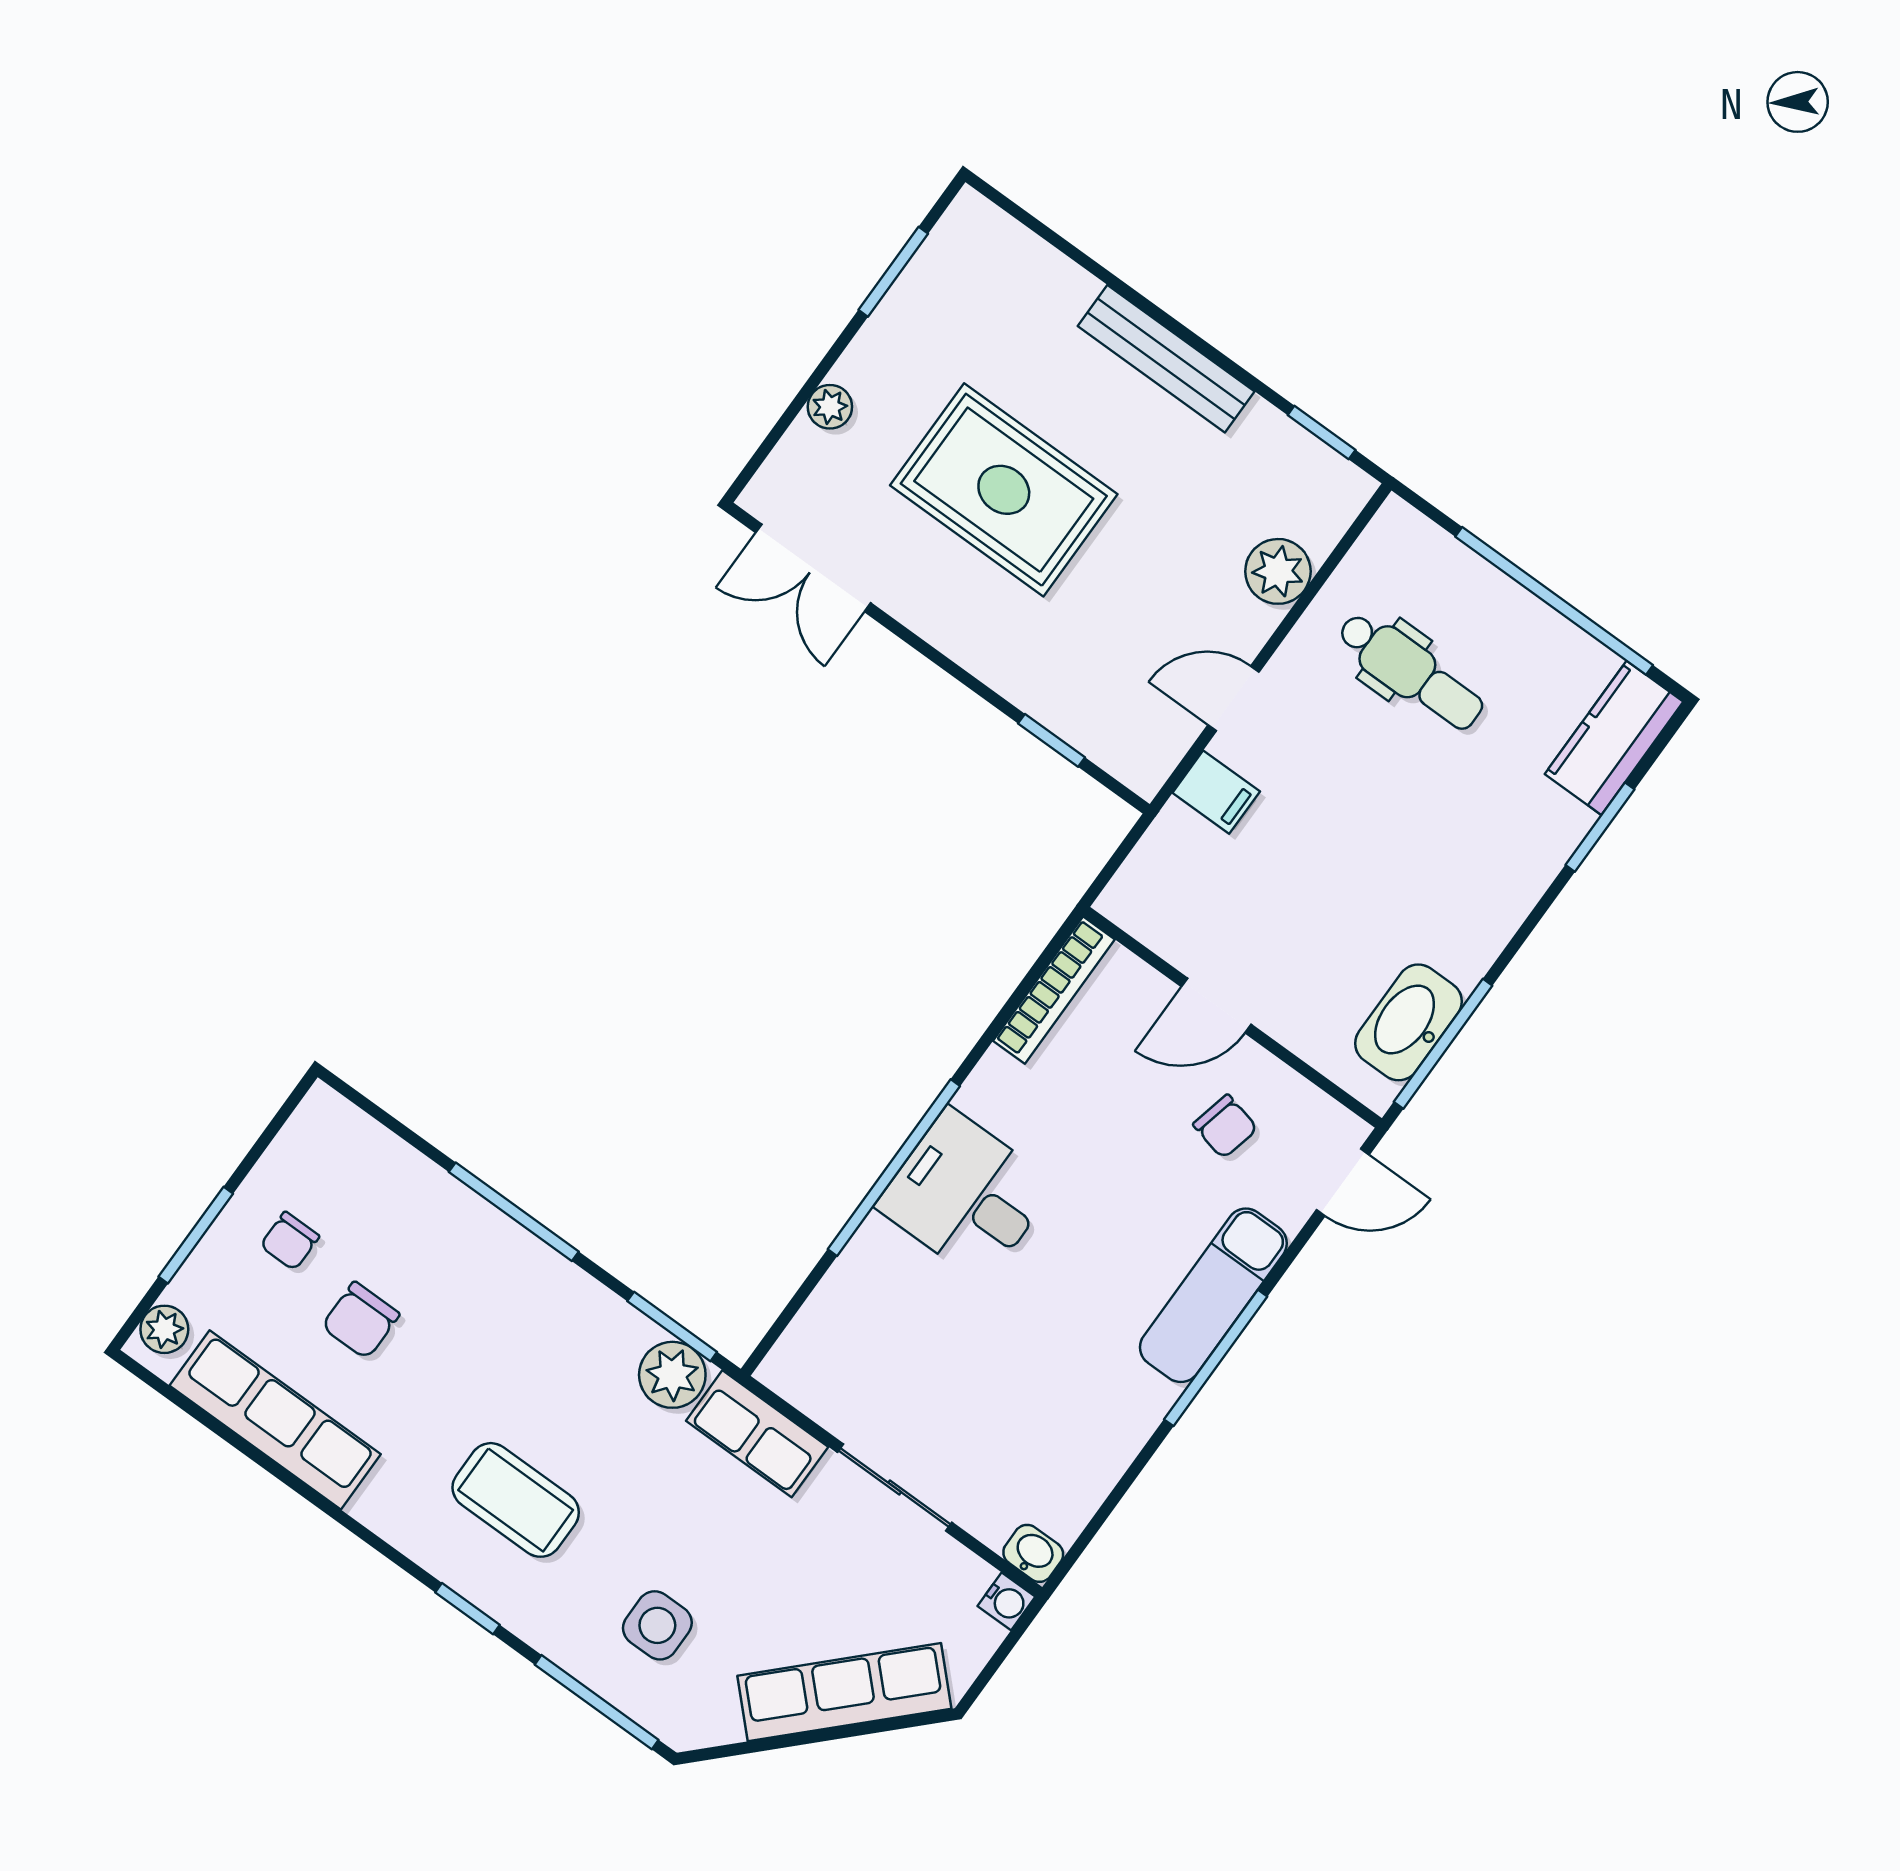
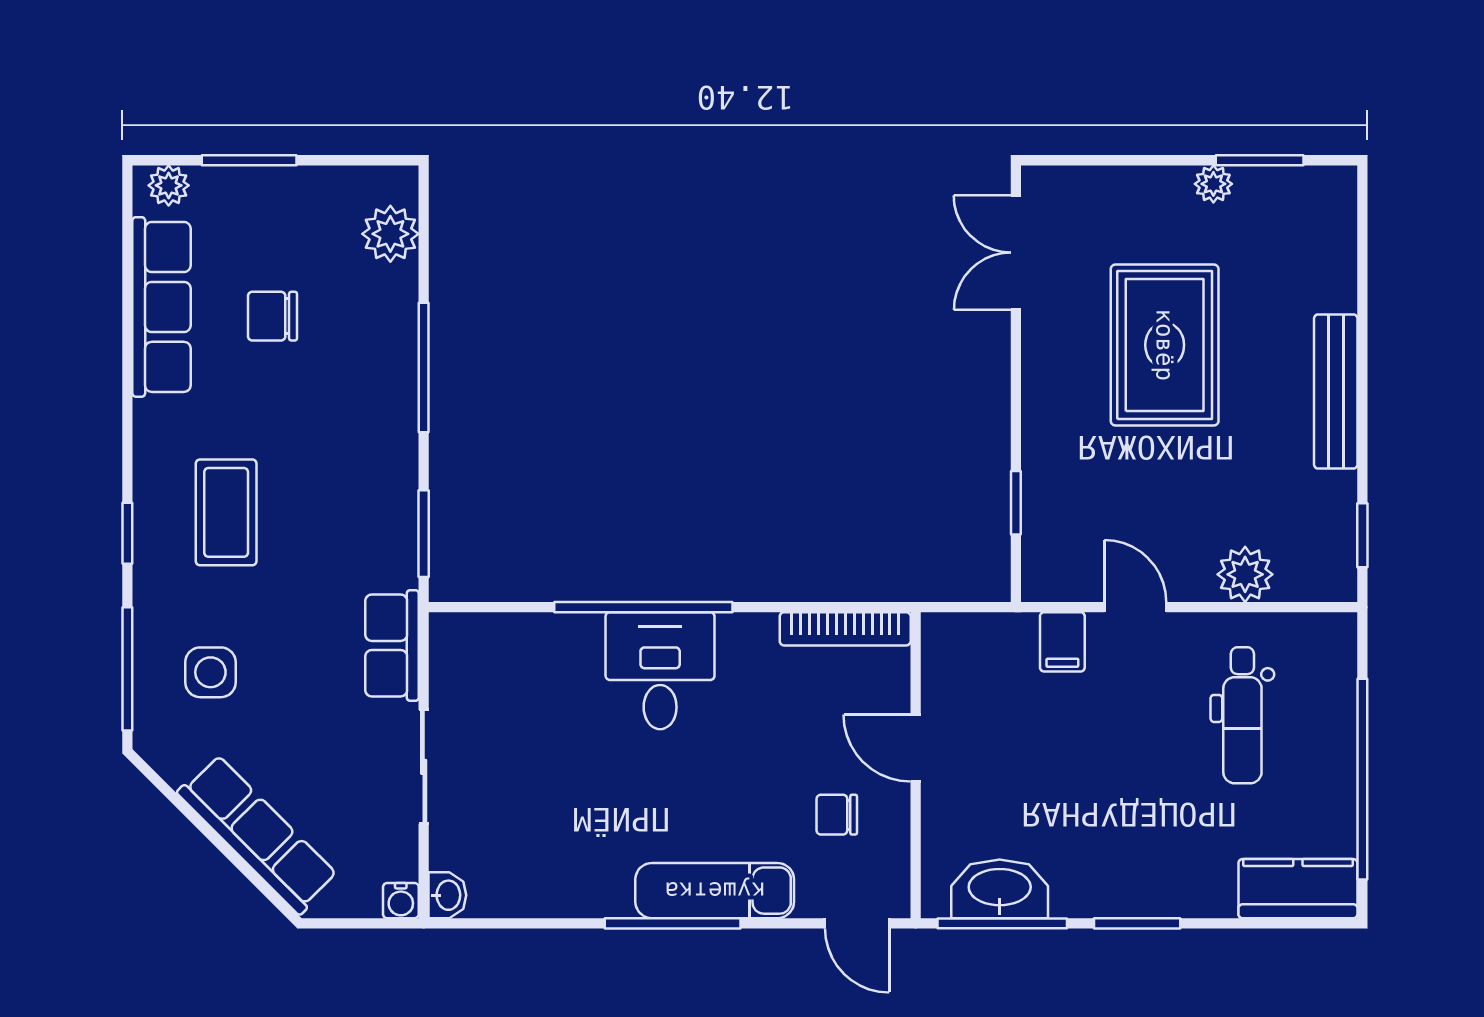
plant: (830, 407) -> (1213, 184), moved
window: (1600, 827) -> (1137, 923), moved
chair: (1225, 1126) -> (837, 815), turned 77
chair: (290, 1241) -> (292, 228), removed
plant: (672, 1375) -> (390, 234), moved

